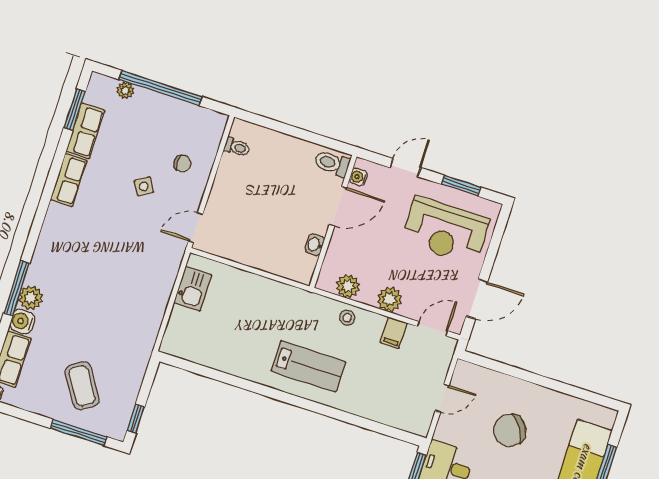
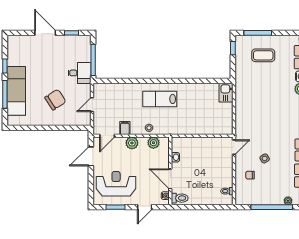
door: (338, 206) -> (170, 179), hinge flipped
kitchen sink: (193, 289) -> (226, 93), moved
coffee table: (82, 386) -> (263, 55), turned -57

